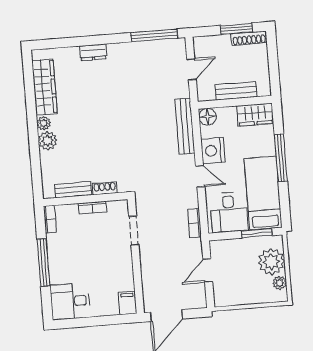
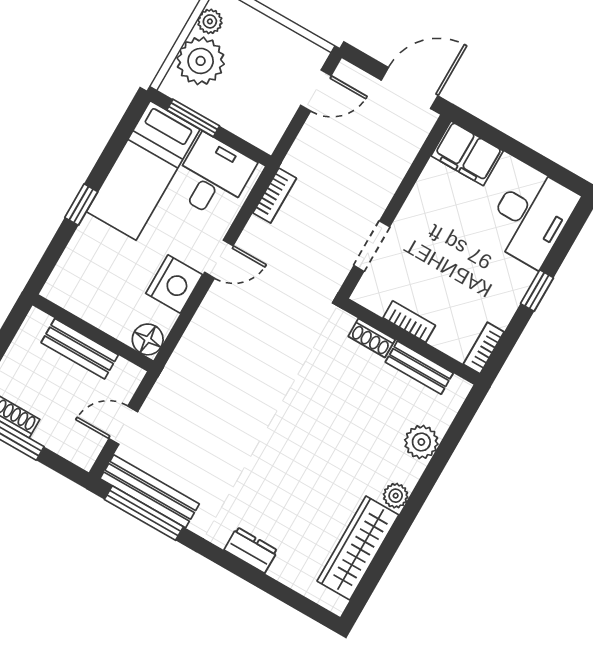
wardrobe: (255, 115) -> (75, 294), removed
bench: (185, 126) -> (150, 491), moved, turned 90
plant: (48, 141) -> (421, 442), moved
window: (281, 158) -> (81, 205), width x0.46
door: (200, 176) -> (219, 259), swing flipped
window: (43, 263) -> (537, 291), width x0.46
door: (208, 270) -> (316, 90), moved
desk: (70, 301) -> (531, 217), width x1.37
filing cabinet: (128, 303) -> (467, 153), width x2.00

